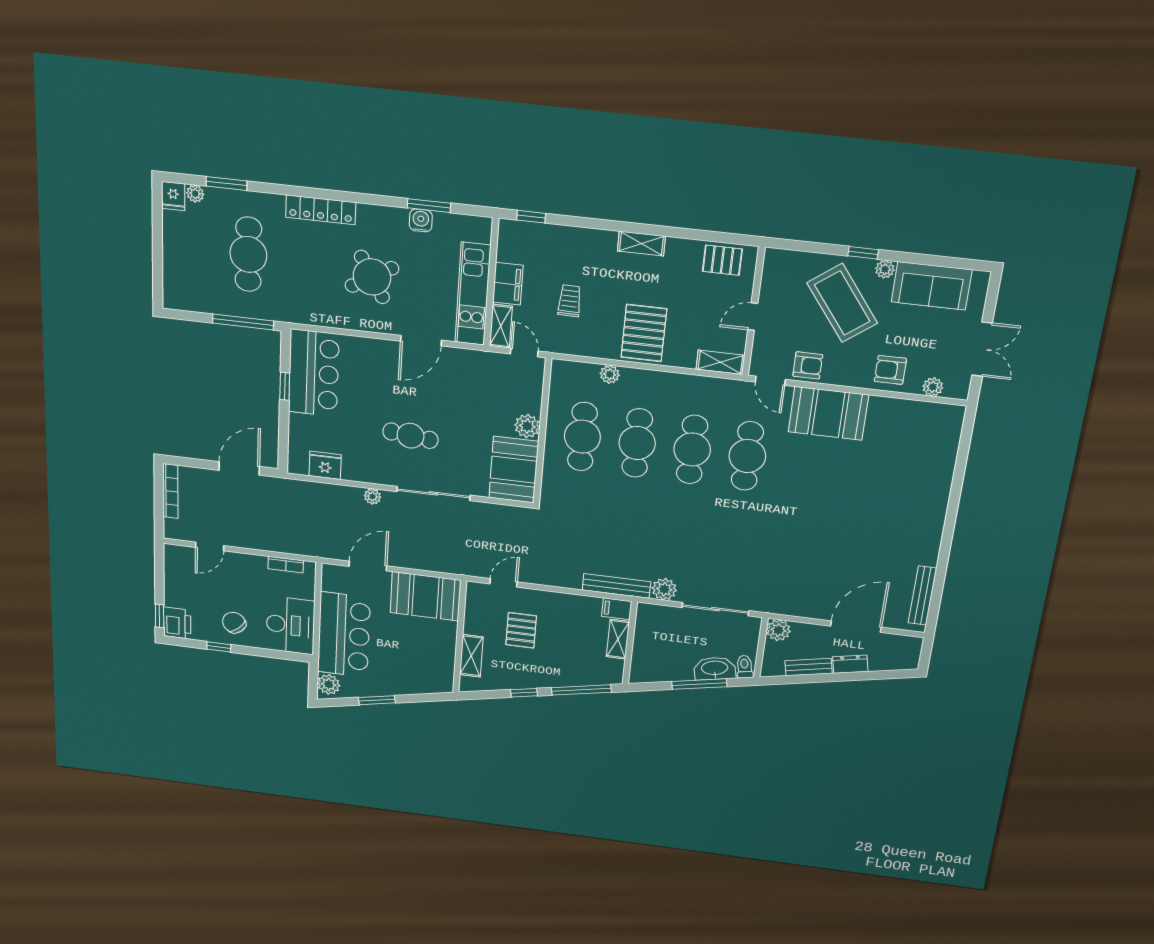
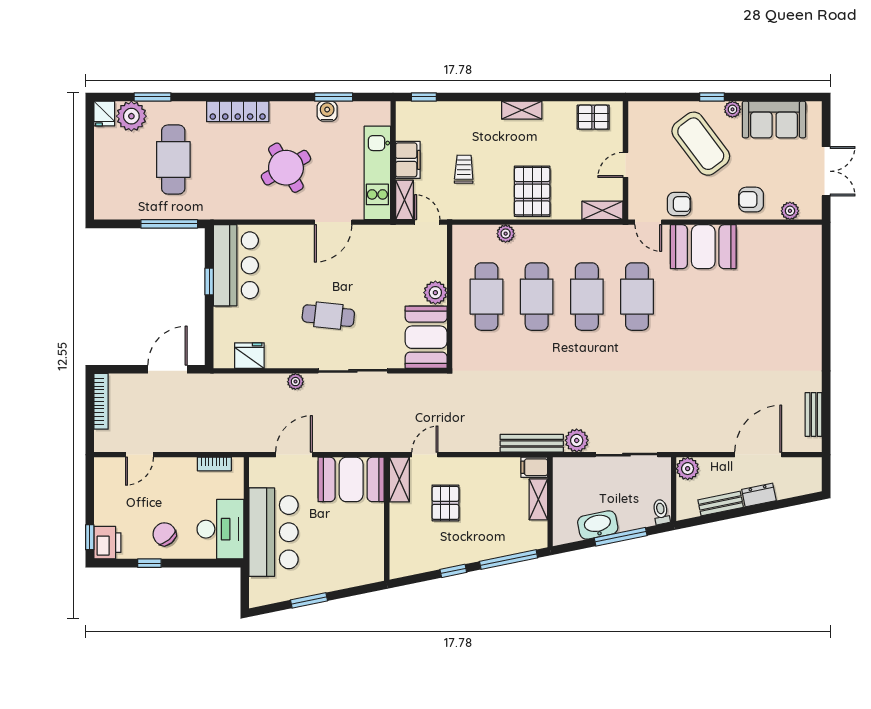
plant: (195, 194) -> (131, 116), width x1.88, depth x1.88
bench: (922, 596) -> (814, 414), width x0.73
shelving: (471, 656) -> (399, 480), moved
washbasin: (715, 668) -> (598, 525), moved
plant: (329, 684) -> (260, 590), removed

